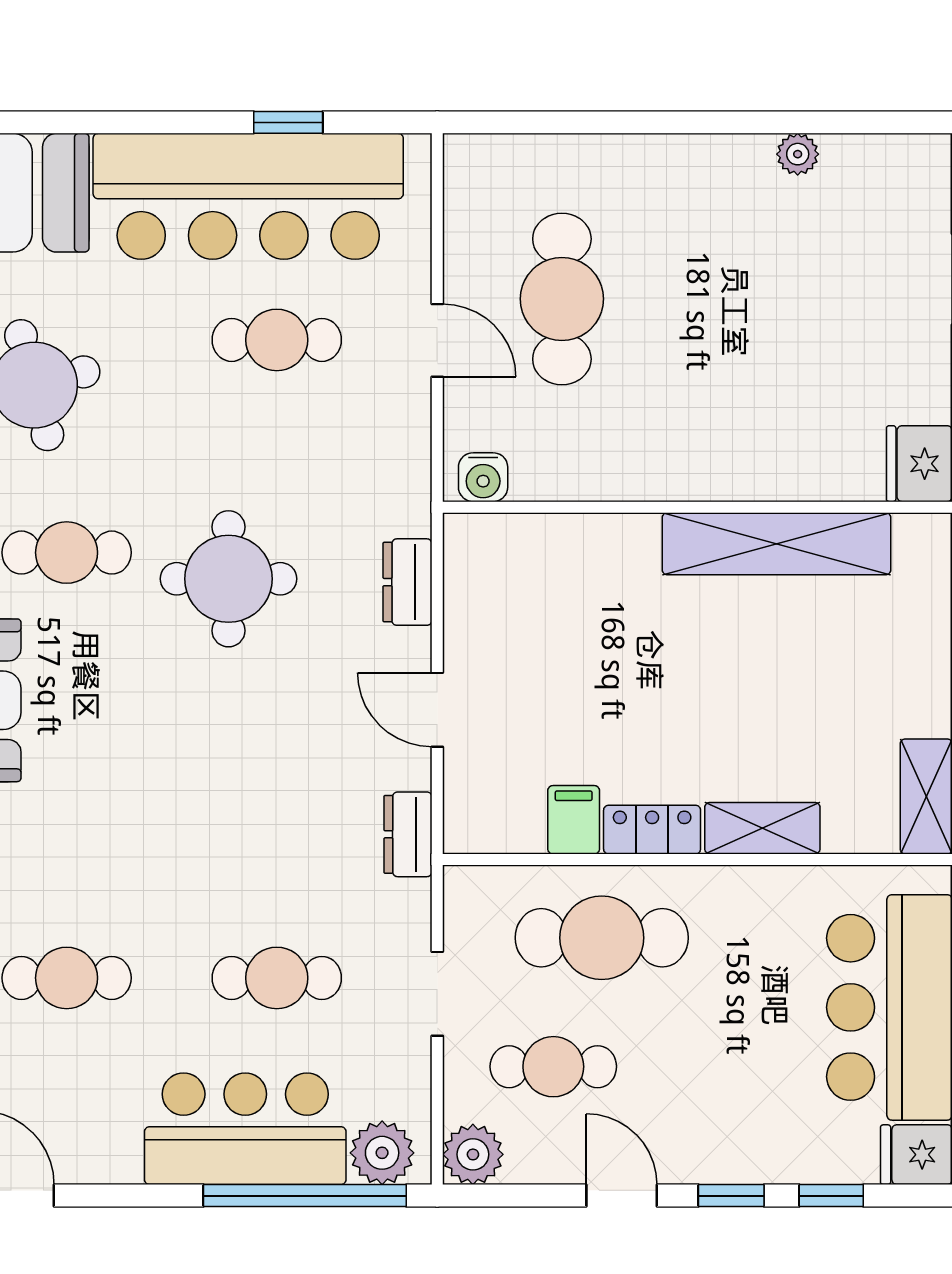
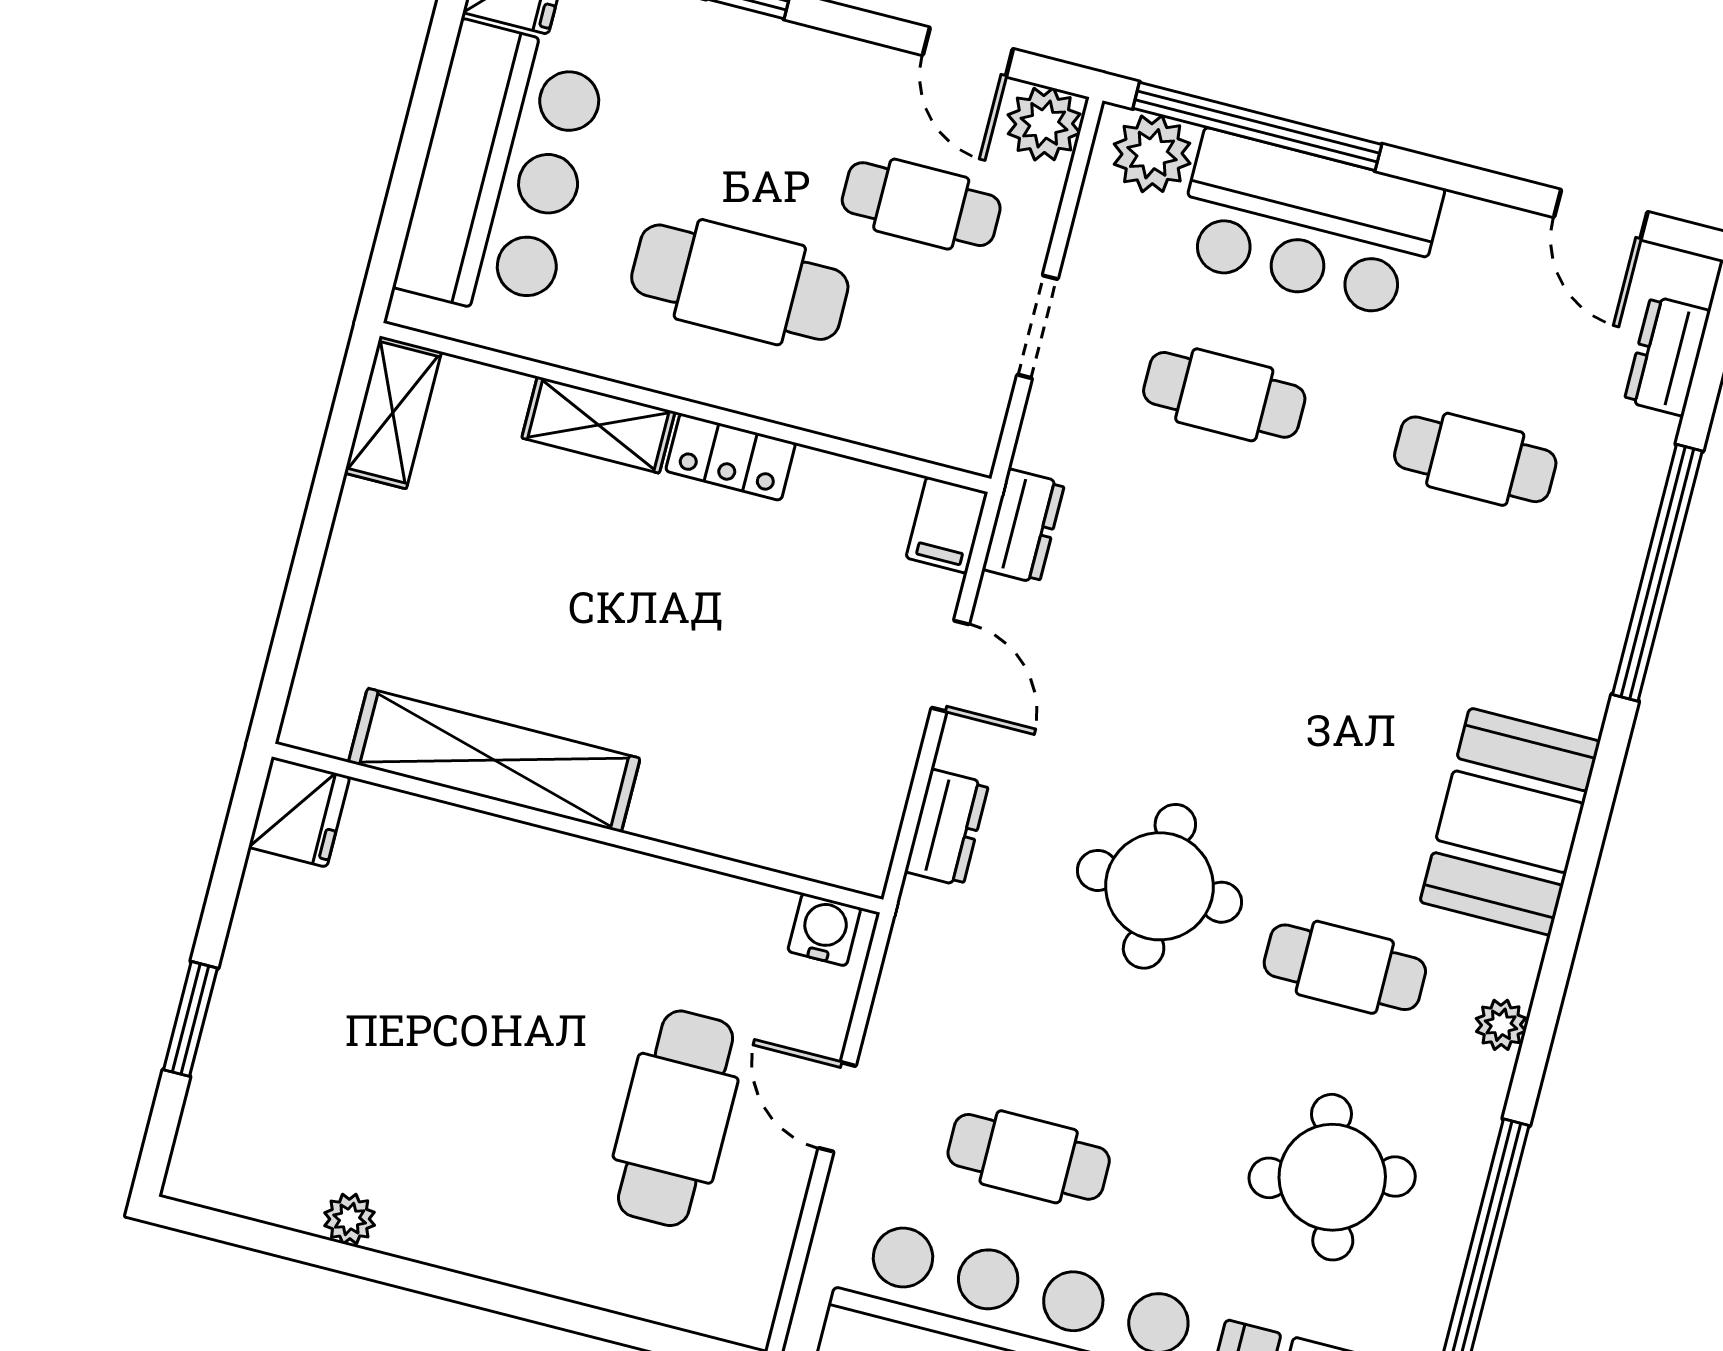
filing cabinet: (574, 820) -> (947, 525), moved
cafe table: (602, 938) -> (740, 282), moved
door: (622, 1196) -> (968, 52), moved

